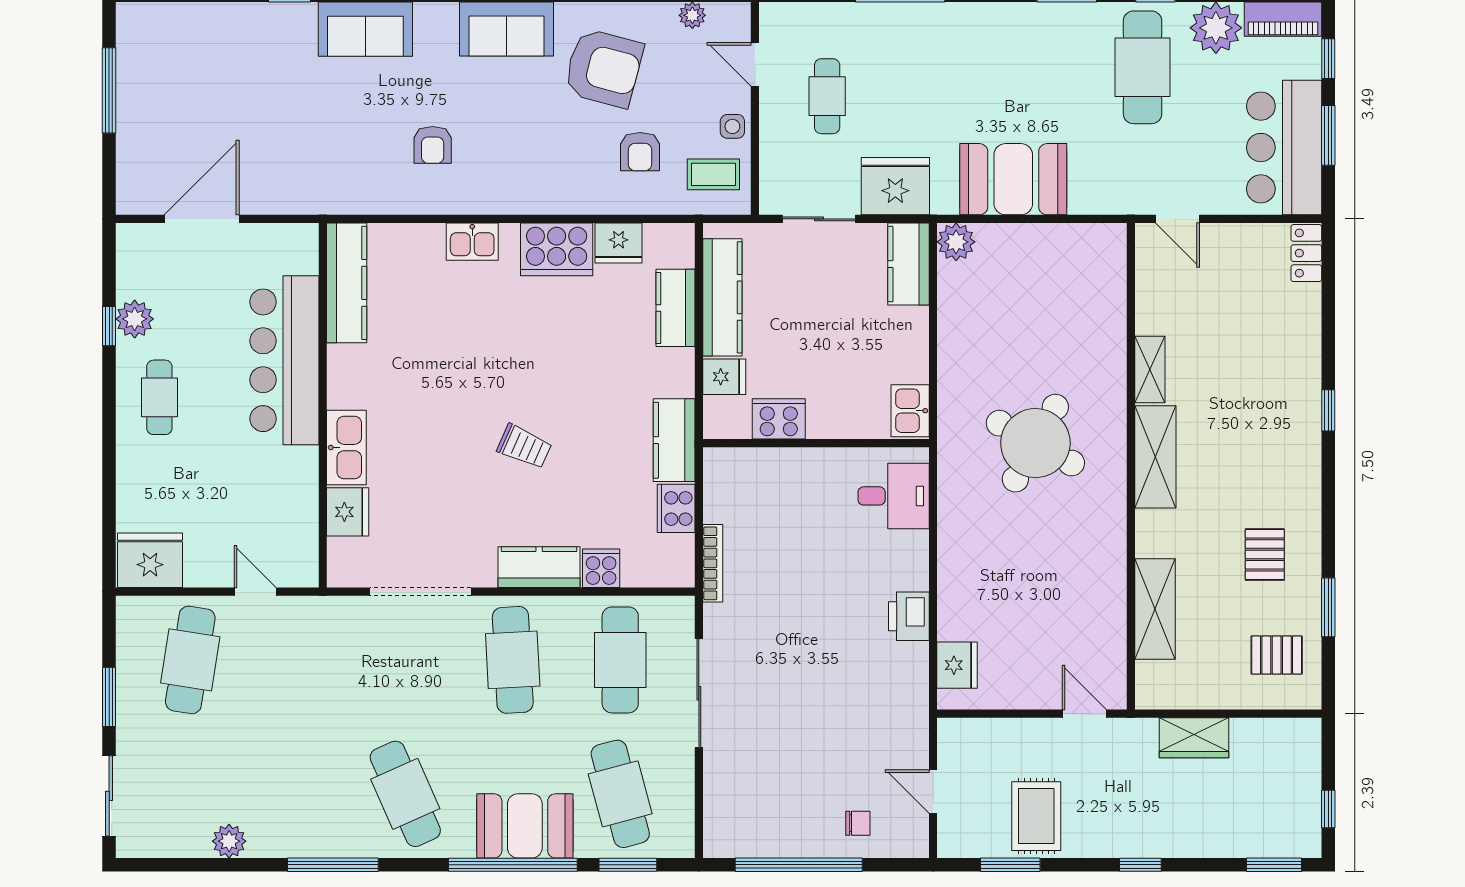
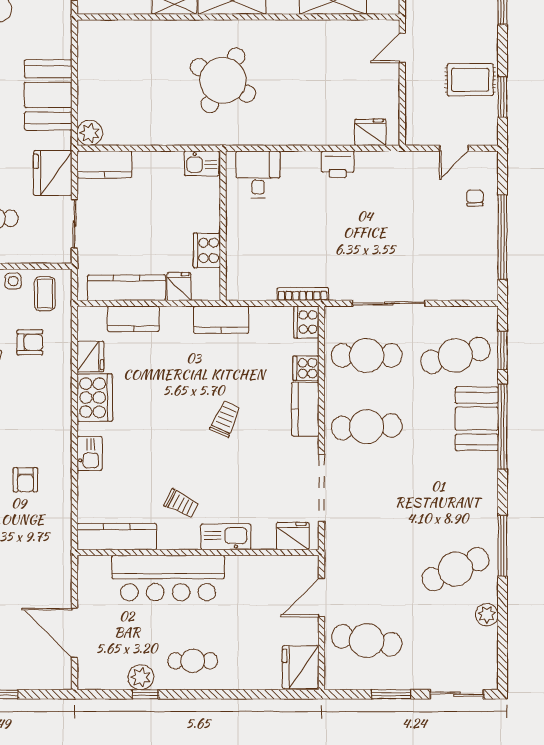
armchair: (433, 145) -> (25, 480), turned 90
trolley: (396, 380) -> (181, 504), added
cooker: (676, 508) -> (306, 322), moved, turned 90
fridge: (348, 512) -> (293, 536), moved
door: (255, 592) -> (321, 597), width x1.38
cafe table: (405, 794) -> (455, 569), moved

